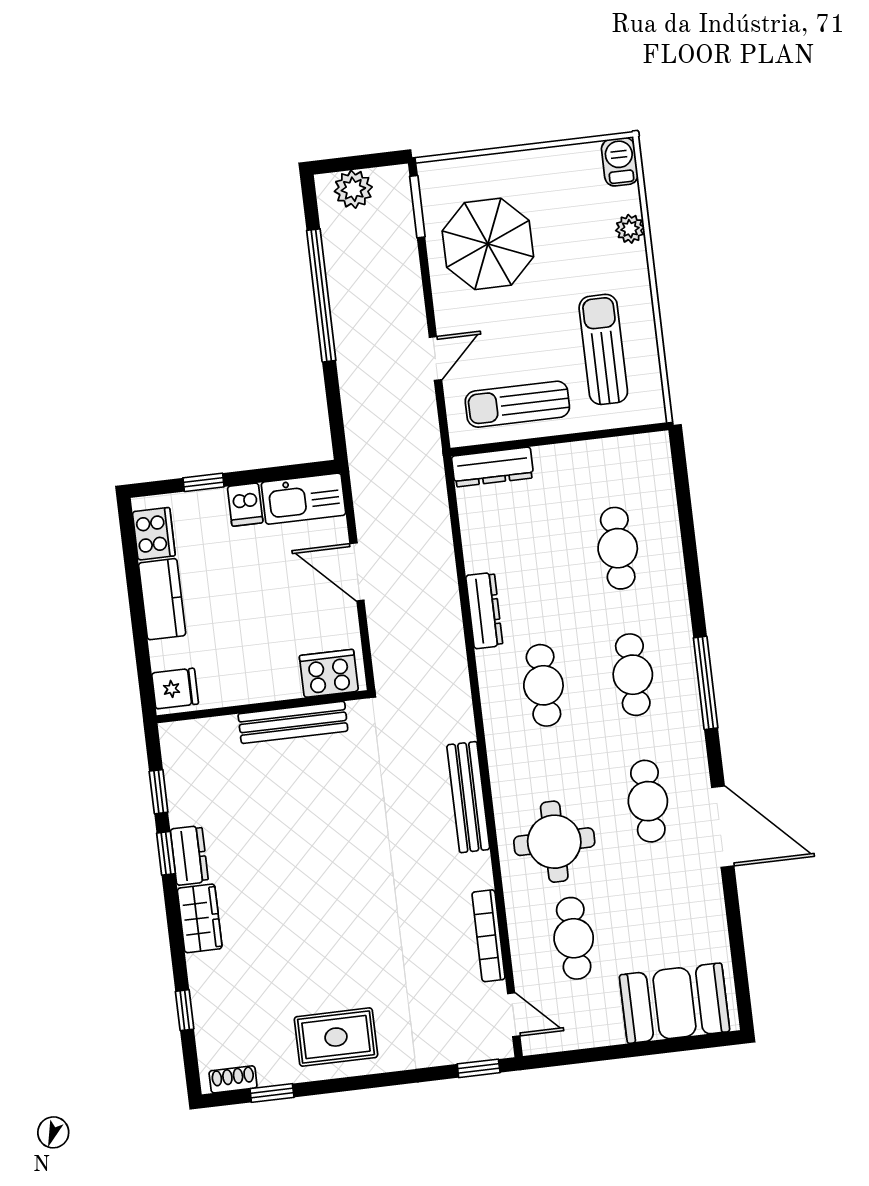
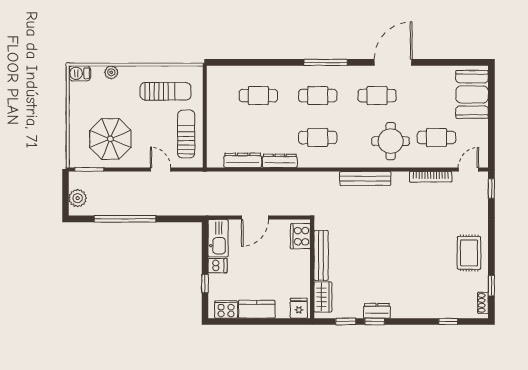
sun lounger: (603, 349) -> (166, 91), turned 180
sun lounger: (517, 404) -> (186, 134), turned 180
dresser: (493, 467) -> (243, 160), moved, turned -90
wardrobe: (200, 918) -> (323, 297), moved, turned 90

